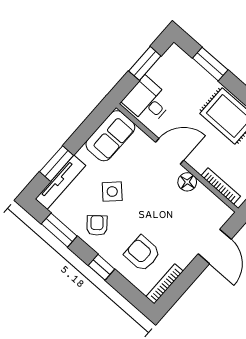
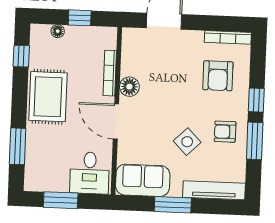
window: (57, 164) -> (173, 205), moved
bookcase: (221, 186) -> (110, 73), moved
armchair: (97, 225) -> (225, 132), turned 40
window: (59, 230) -> (255, 141), moved

